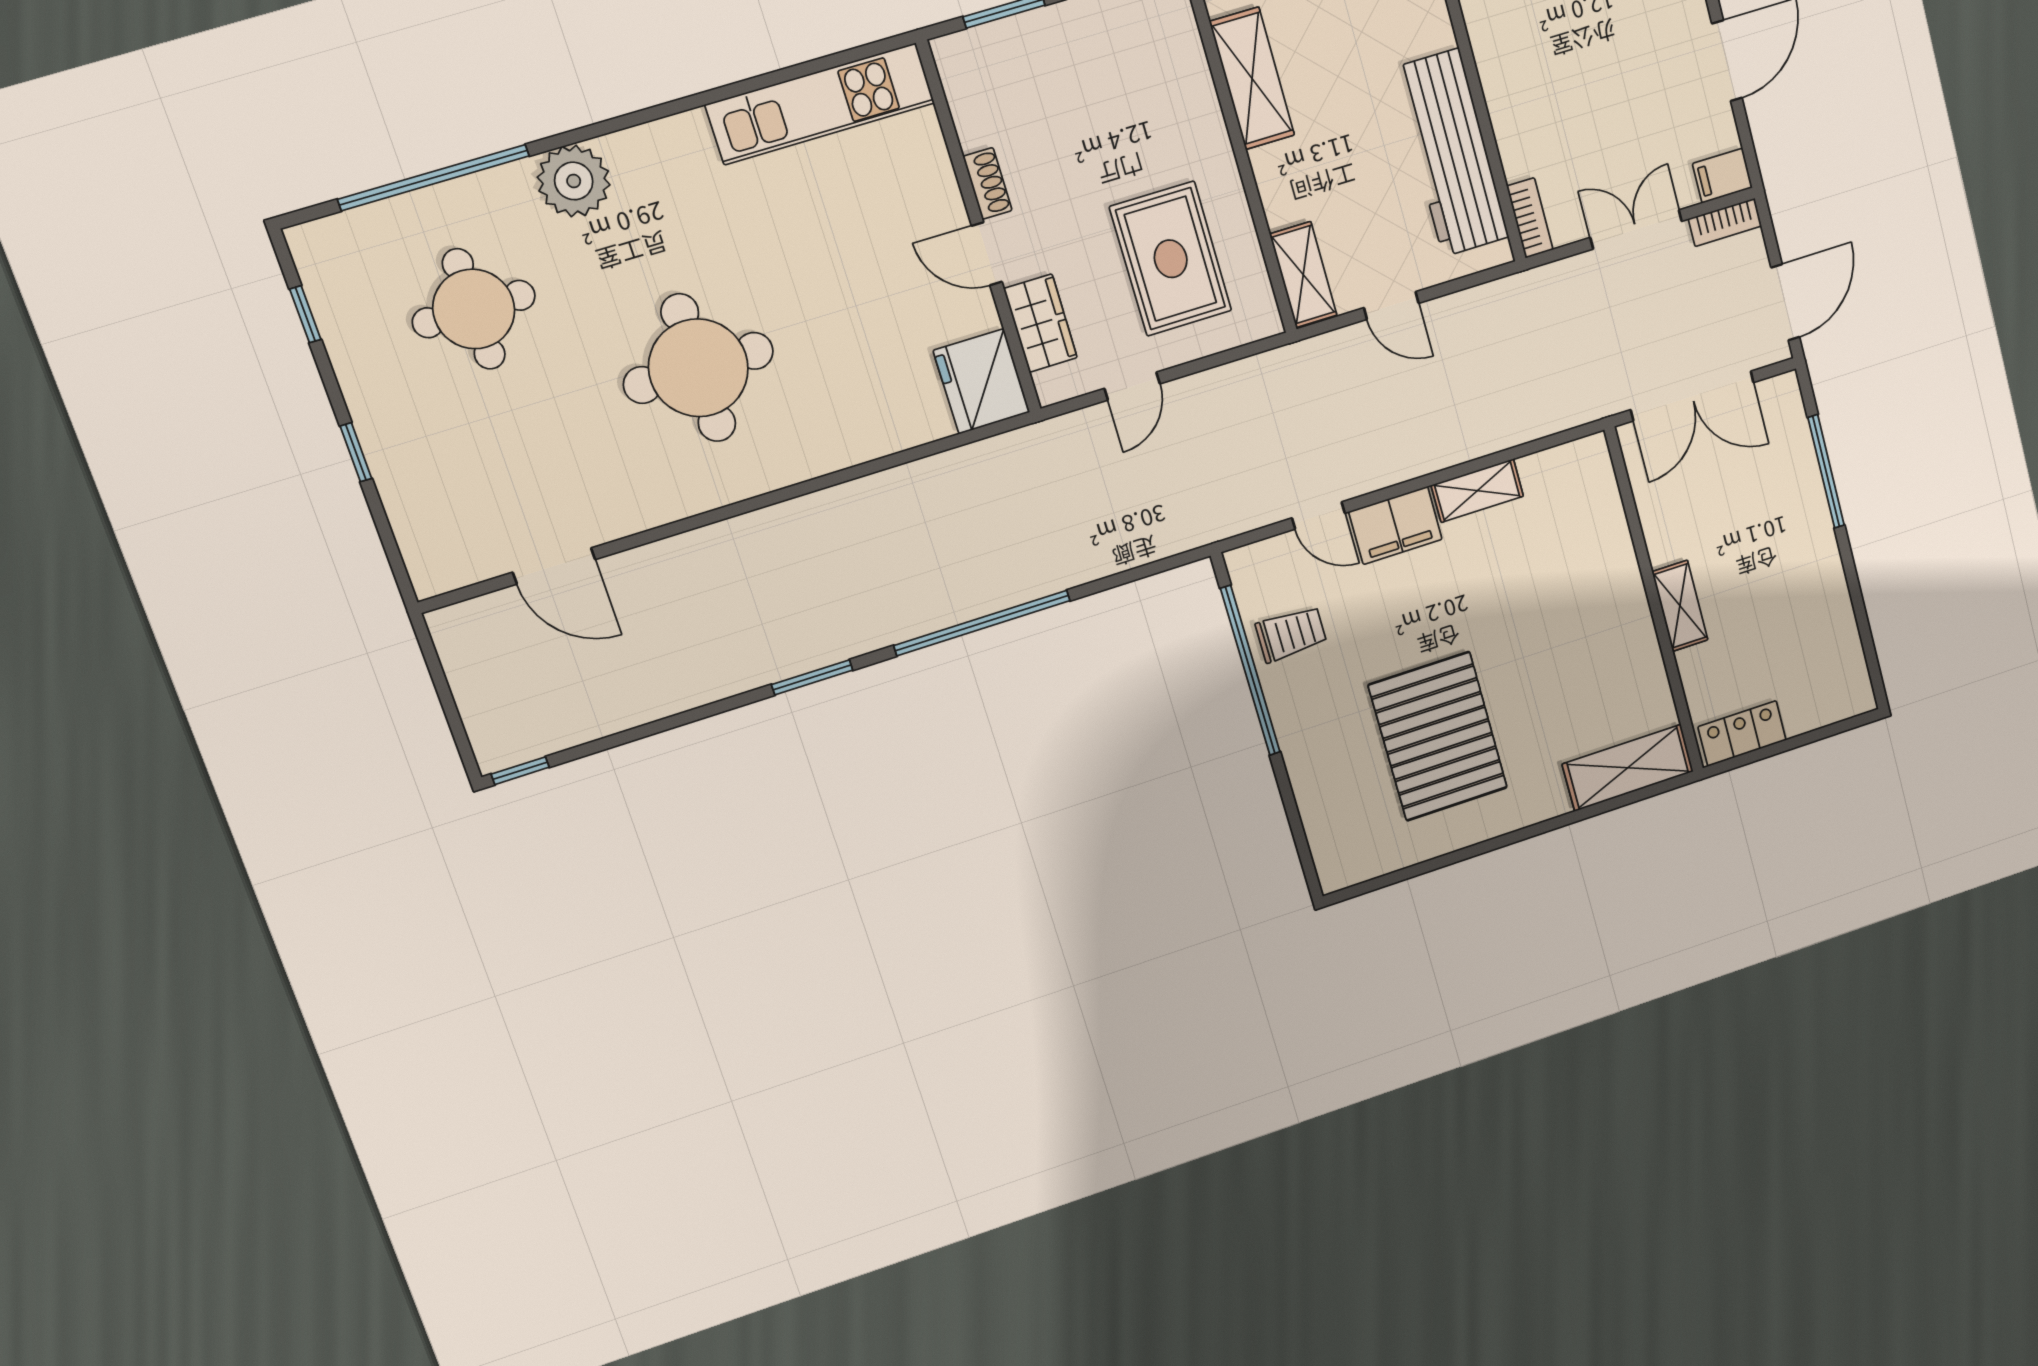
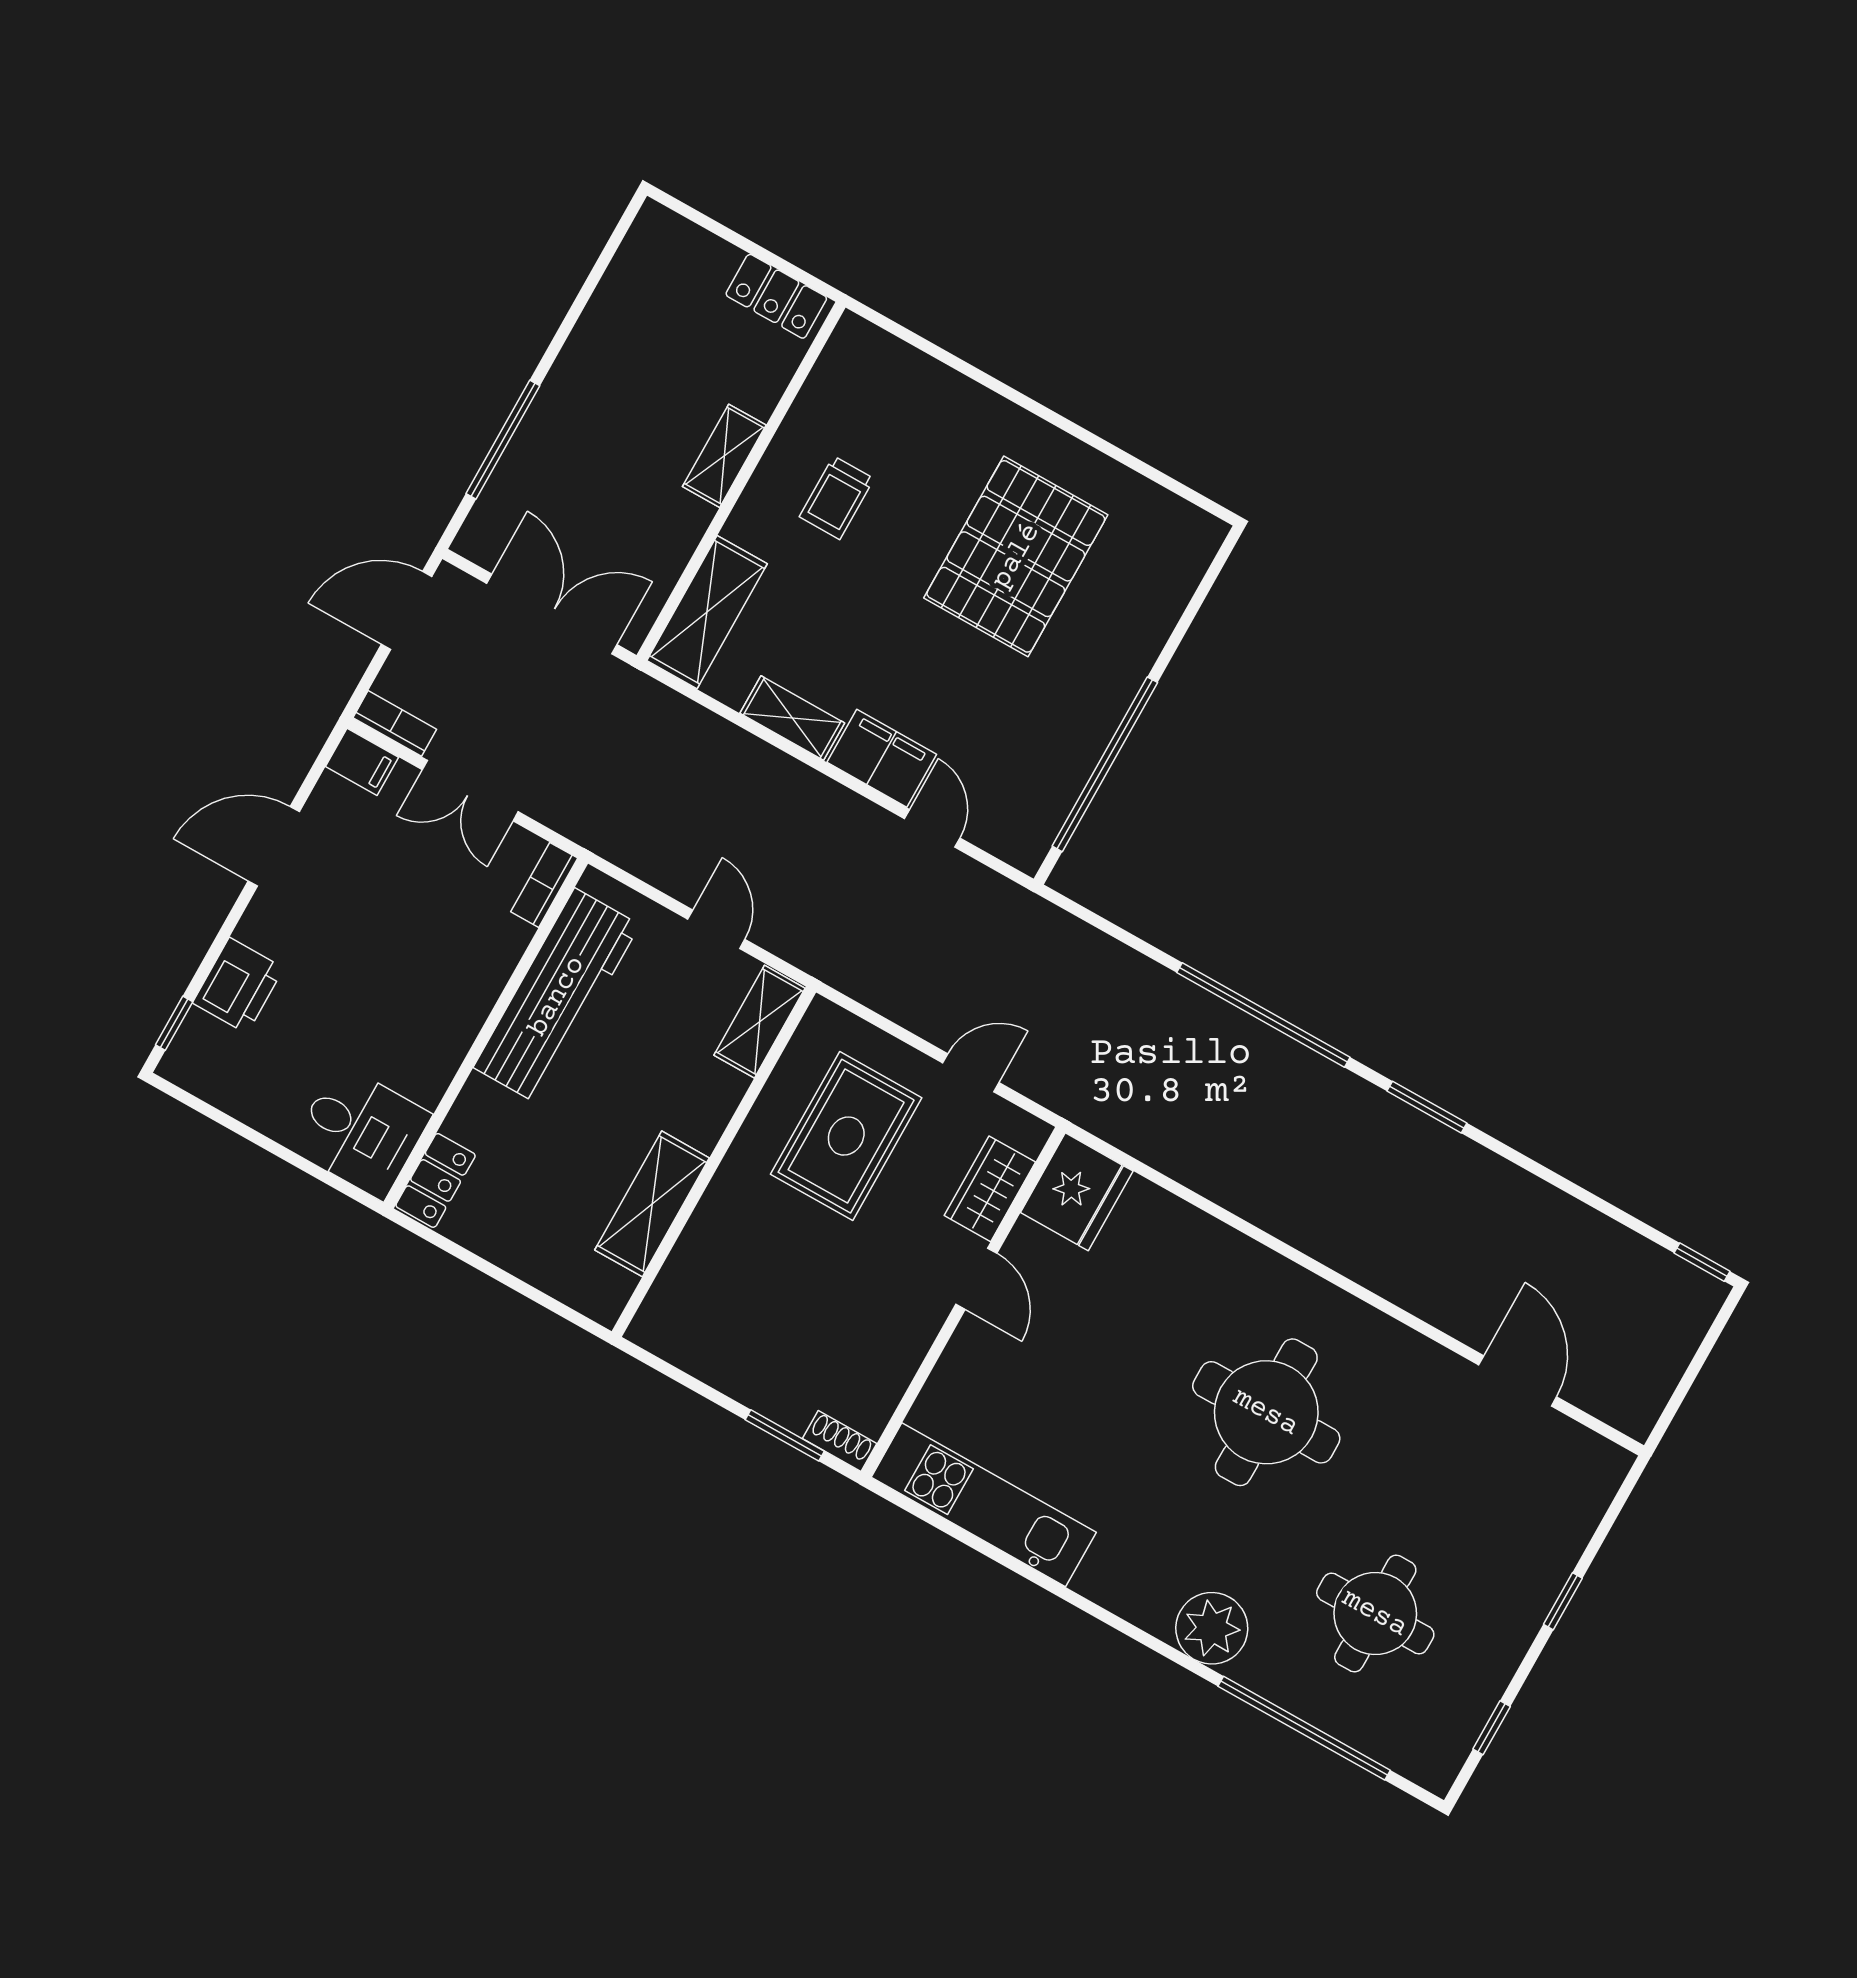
shoe rack: (988, 183) -> (840, 1441), moved, turned 90
trolley: (1291, 634) -> (837, 498), moved, turned -90
shelving: (1628, 768) -> (707, 612), moved, turned 90

